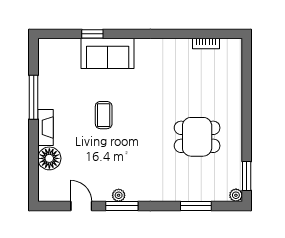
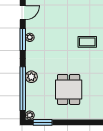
coffee table: (104, 115) -> (87, 42), moved
plant: (178, 193) -> (31, 77), added
window: (196, 206) -> (23, 89), width x2.11

